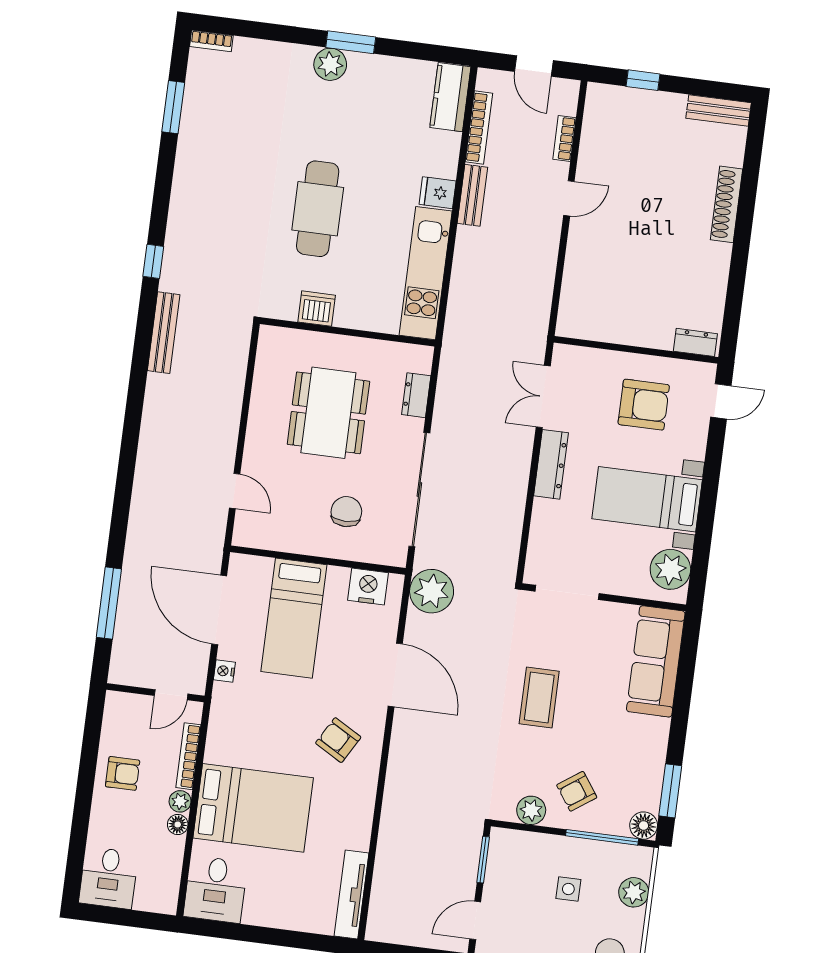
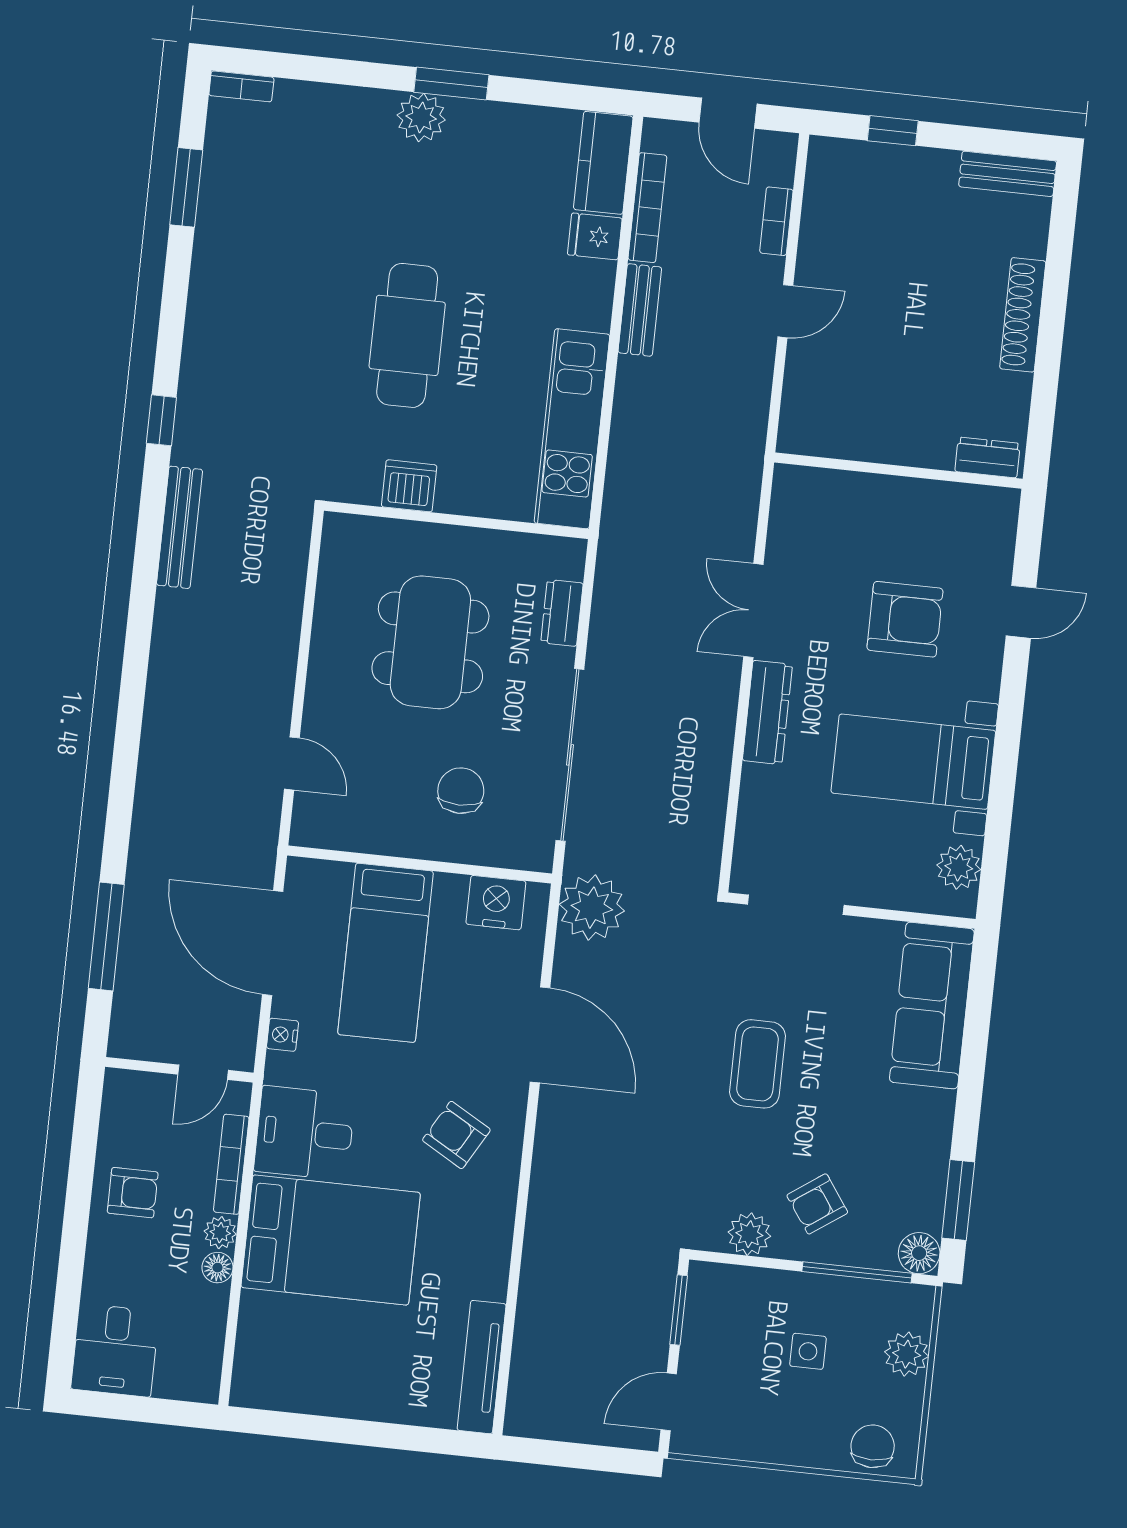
fridge: (438, 193) -> (595, 236), moved
dresser: (695, 342) -> (988, 457), moved
wall: (636, 350) -> (898, 471), moved
plant: (670, 569) -> (959, 867), width x0.73, depth x0.73
desk: (215, 889) -> (305, 1133), moved, turned 90

